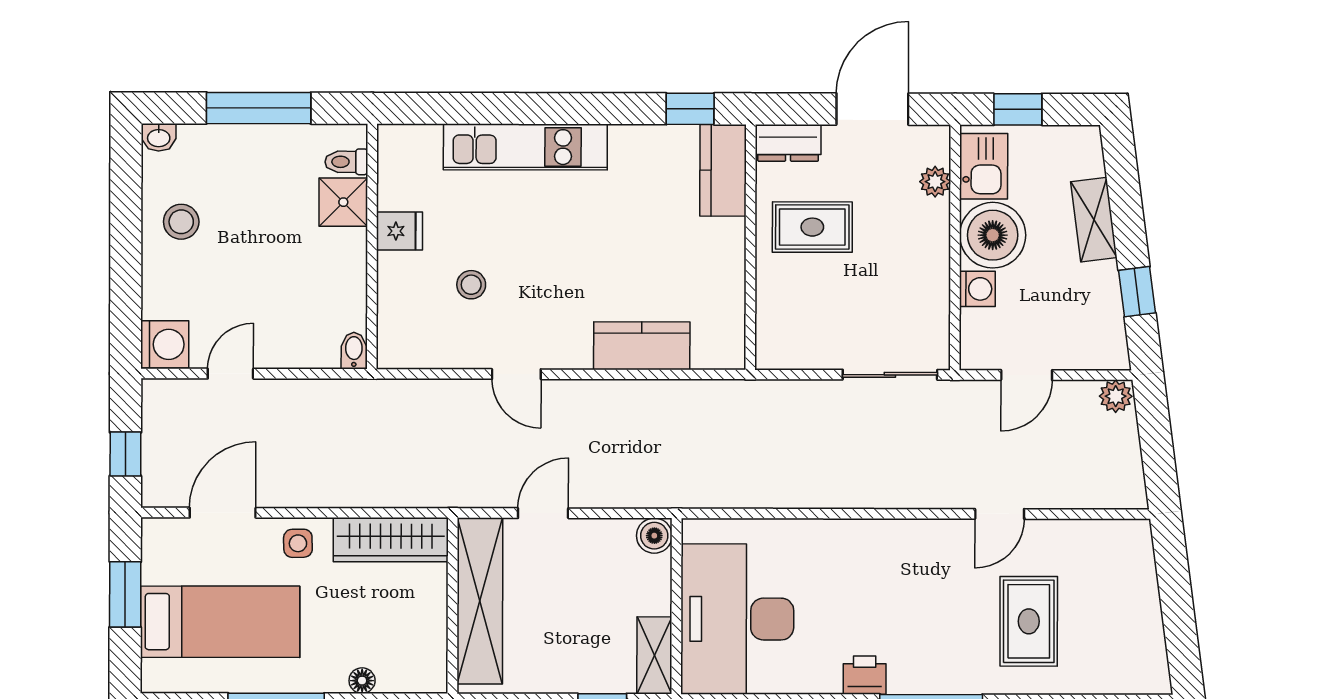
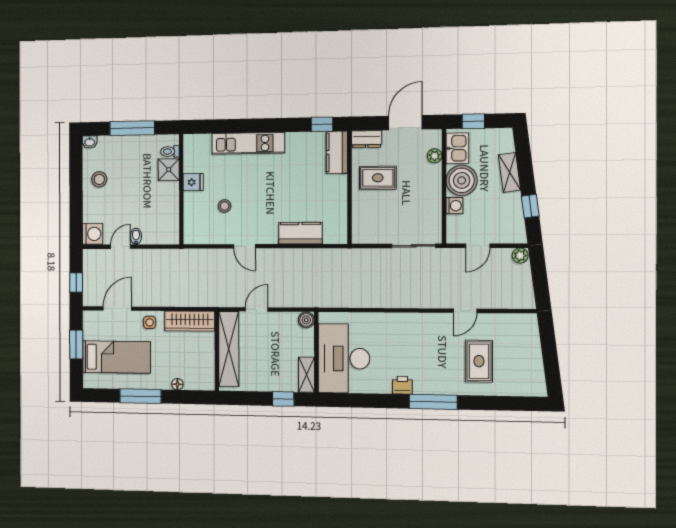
bidet: (354, 351) -> (136, 236), moved

